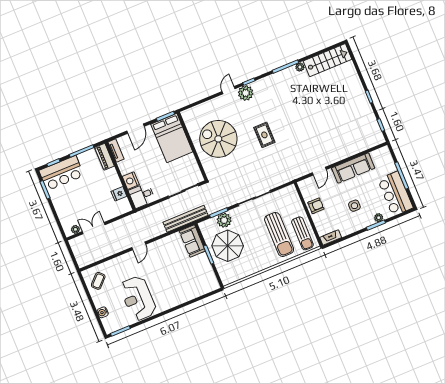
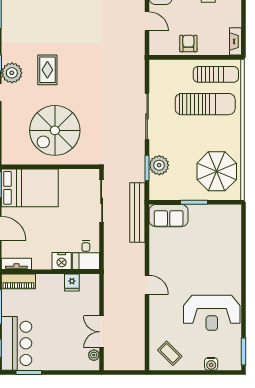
rug: (264, 135) -> (47, 70), moved, turned 90
parasol: (228, 246) -> (217, 171), moved

